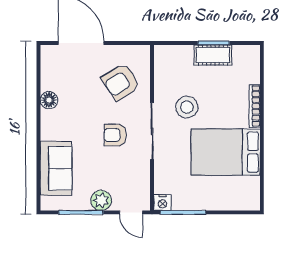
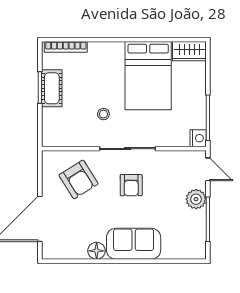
bookcase: (255, 106) -> (66, 47), moved
stool: (187, 107) -> (103, 114), width x0.53, depth x0.53
sofa: (56, 168) -> (134, 244), moved
wardrobe: (250, 194) -> (189, 51), added
door: (131, 212) -> (208, 169), hinge flipped

